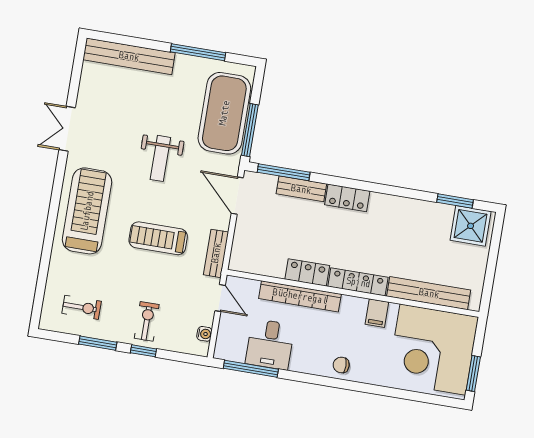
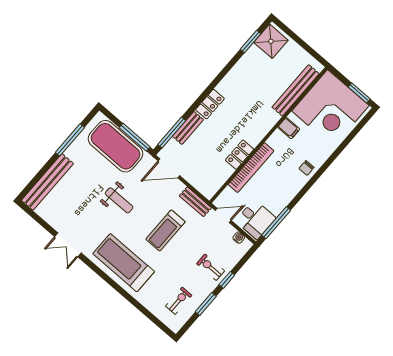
locker: (358, 282) -> (263, 128), removed
desk: (270, 344) -> (255, 219), moved

